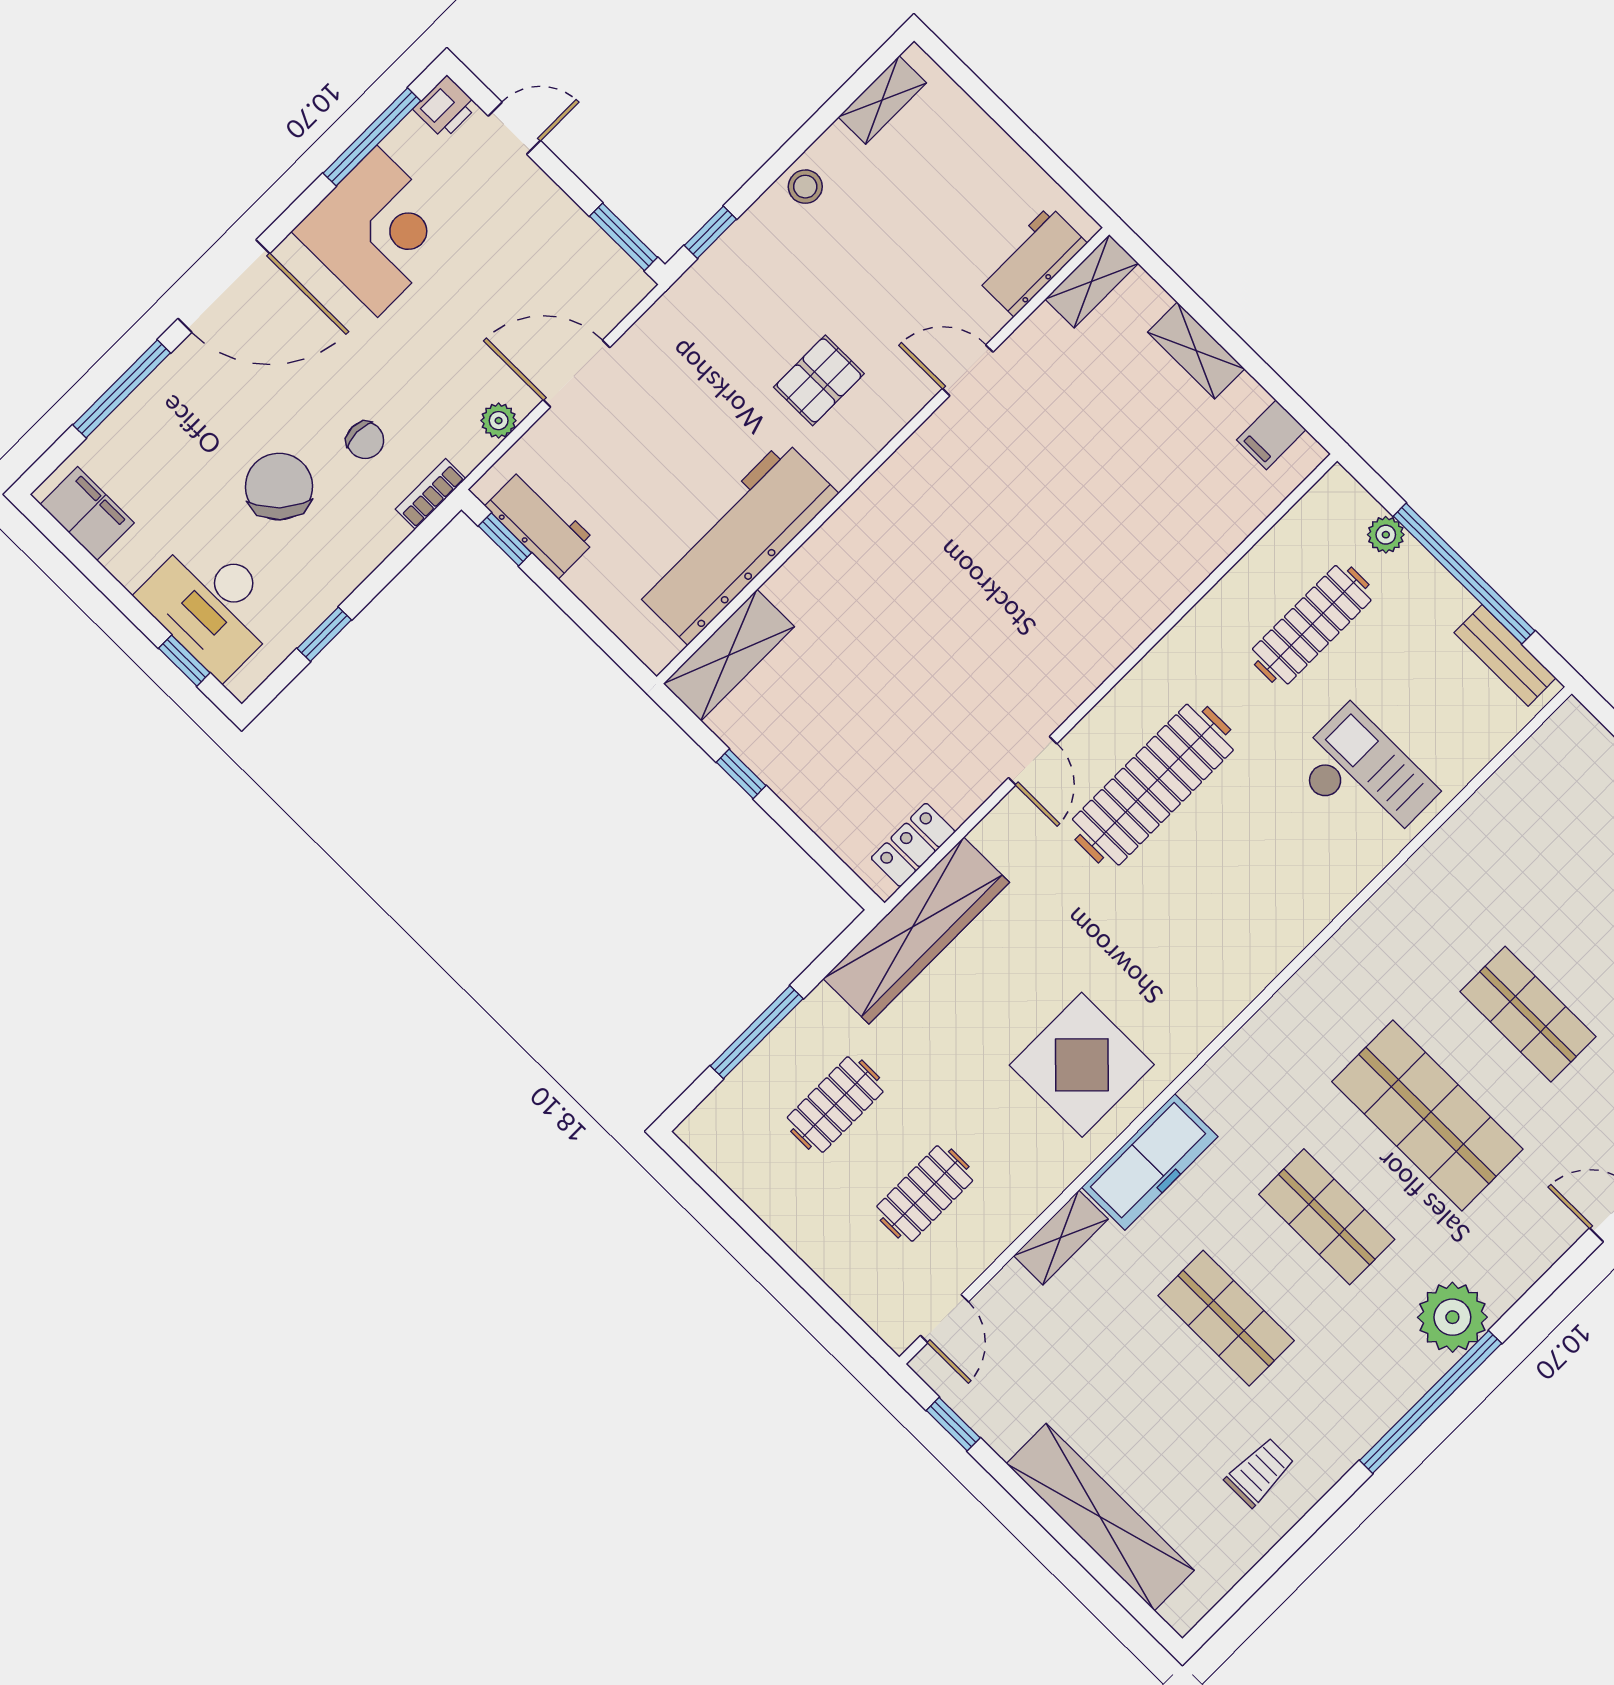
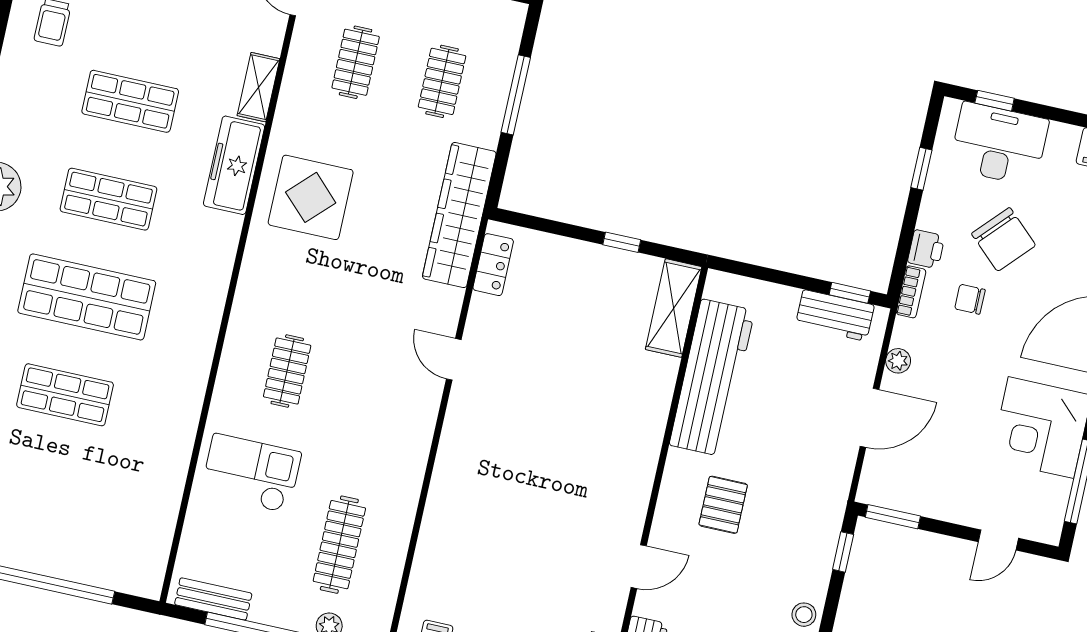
printer: (445, 107) -> (926, 249), moved, turned 180
checkout: (1364, 778) -> (251, 473), turned 180
clothes rail: (1153, 785) -> (287, 371), moved, width x0.54, depth x0.76

